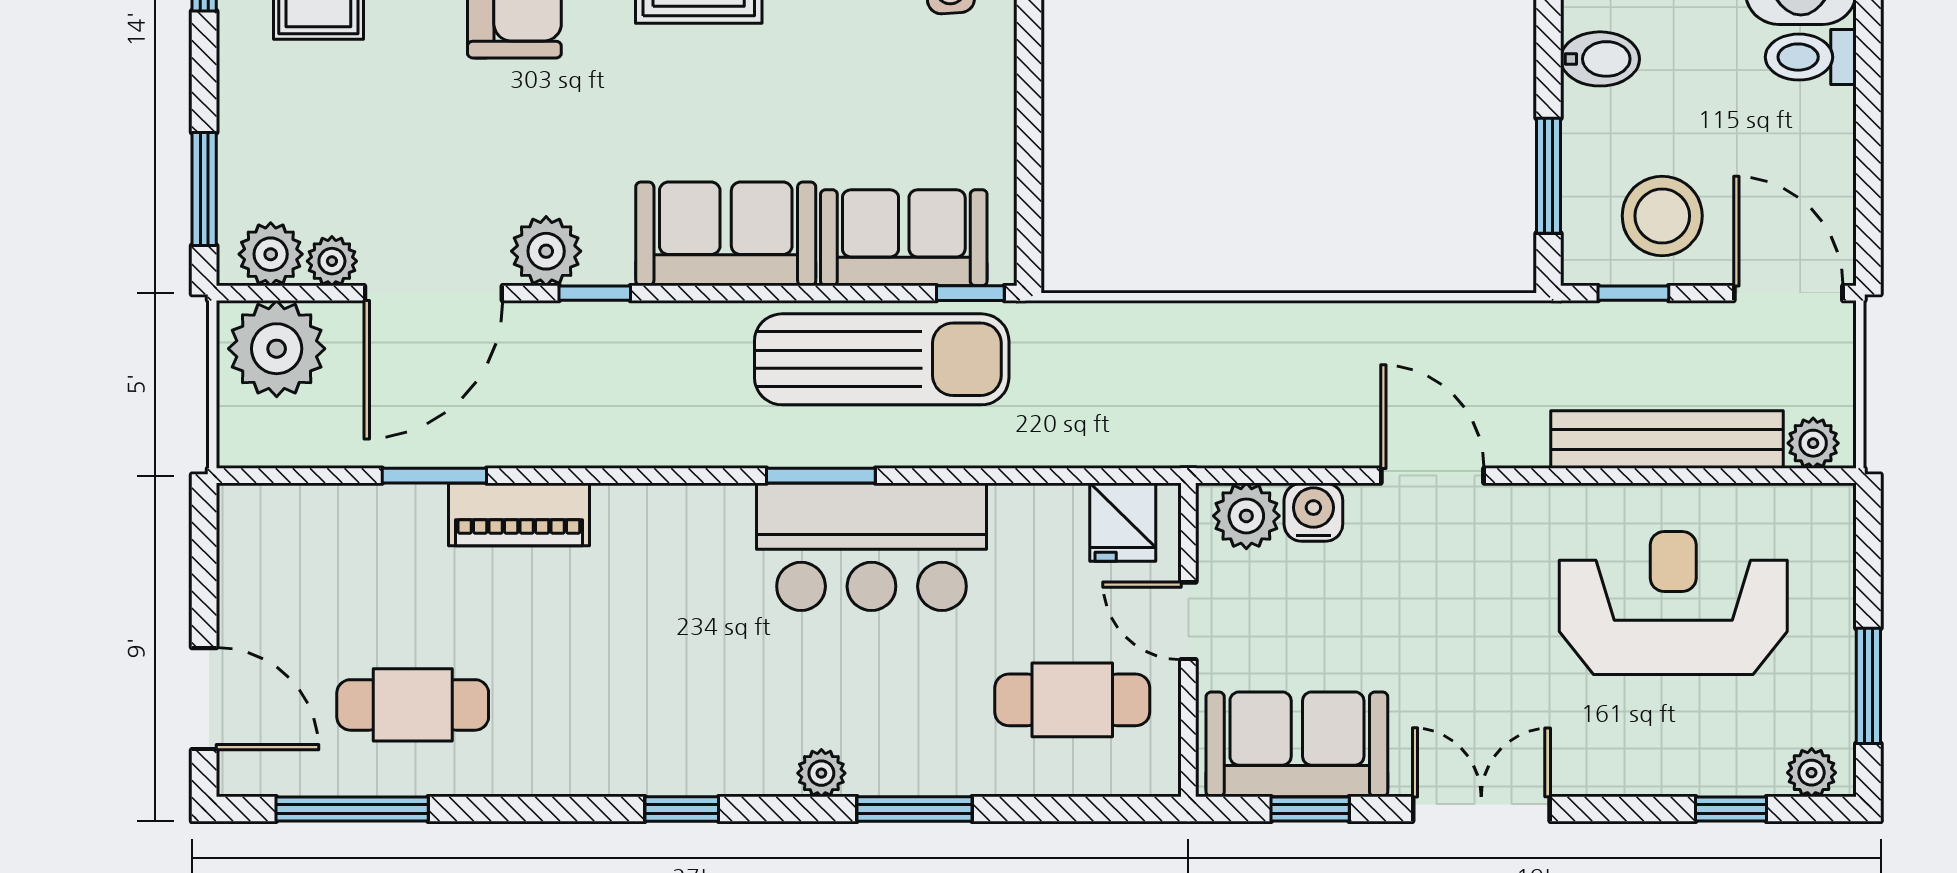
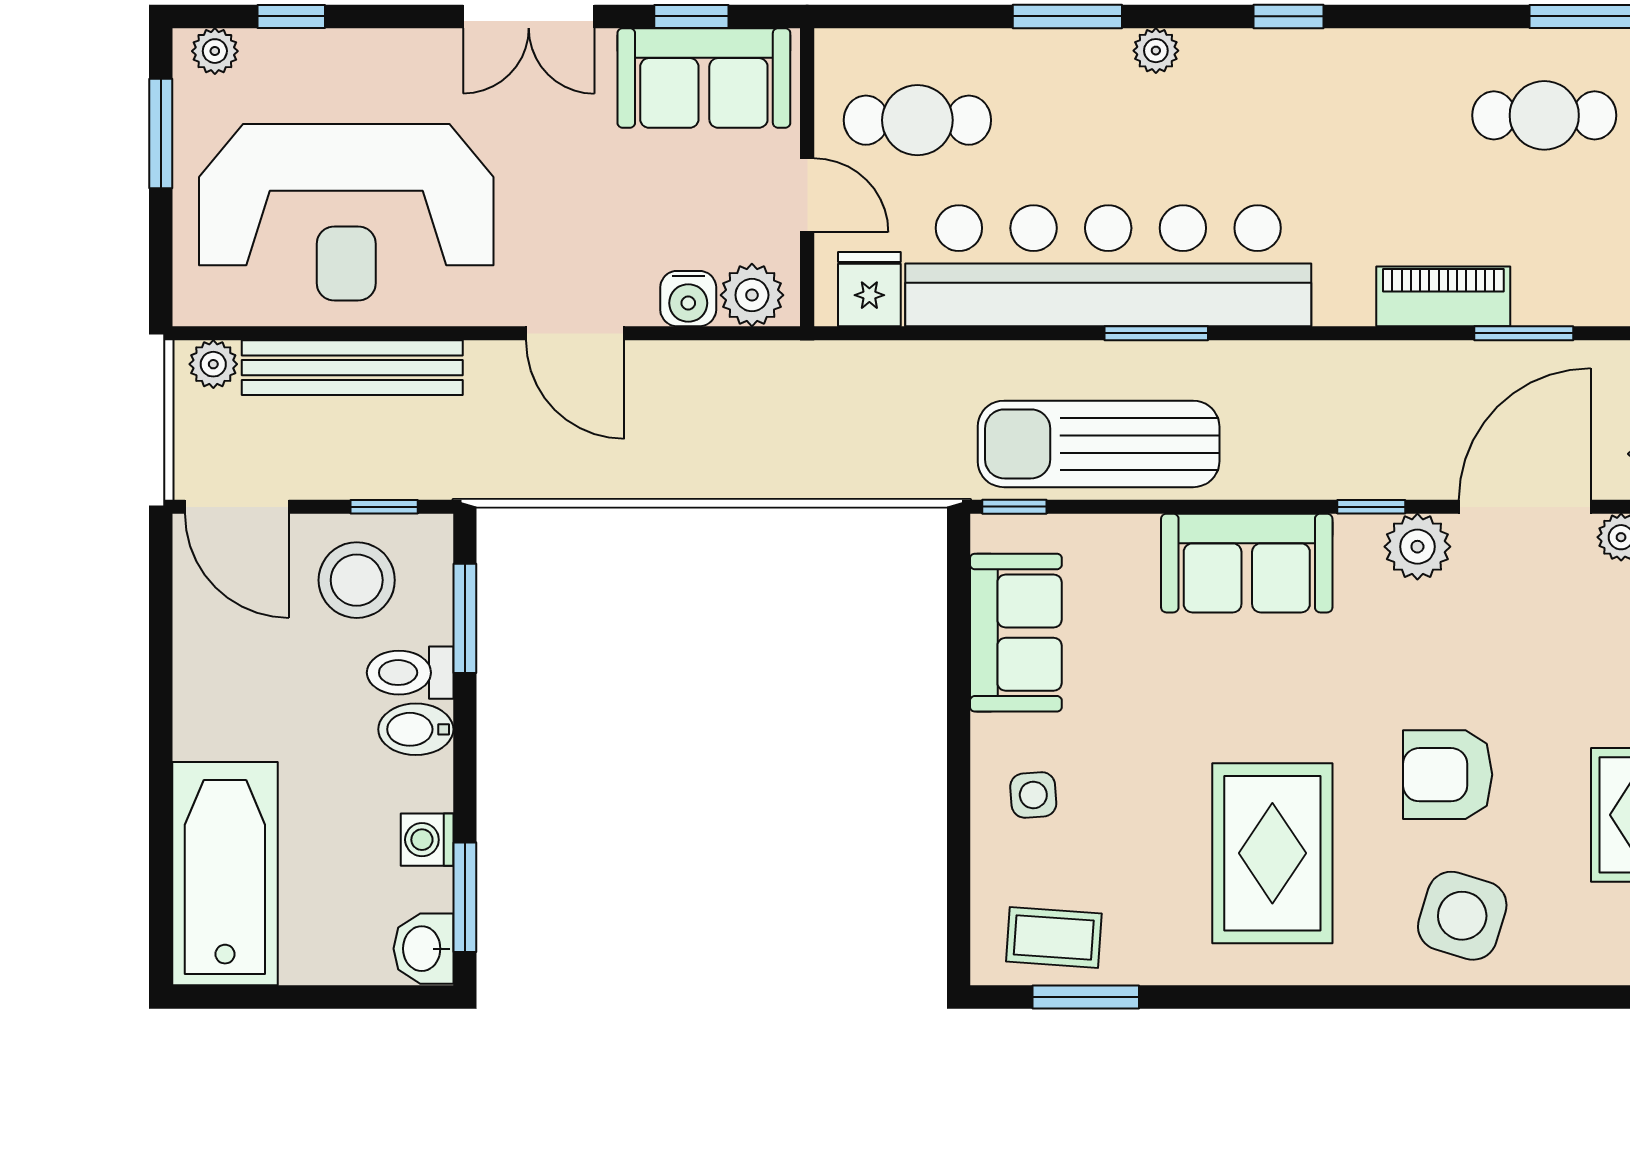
toilet: (1811, 57) -> (410, 673), moved, turned 180
sofa: (904, 238) -> (1016, 633), moved, turned -90
bar counter: (871, 547) -> (1108, 266), width x1.86
reception desk: (1673, 603) -> (346, 212), width x1.36, depth x1.30

